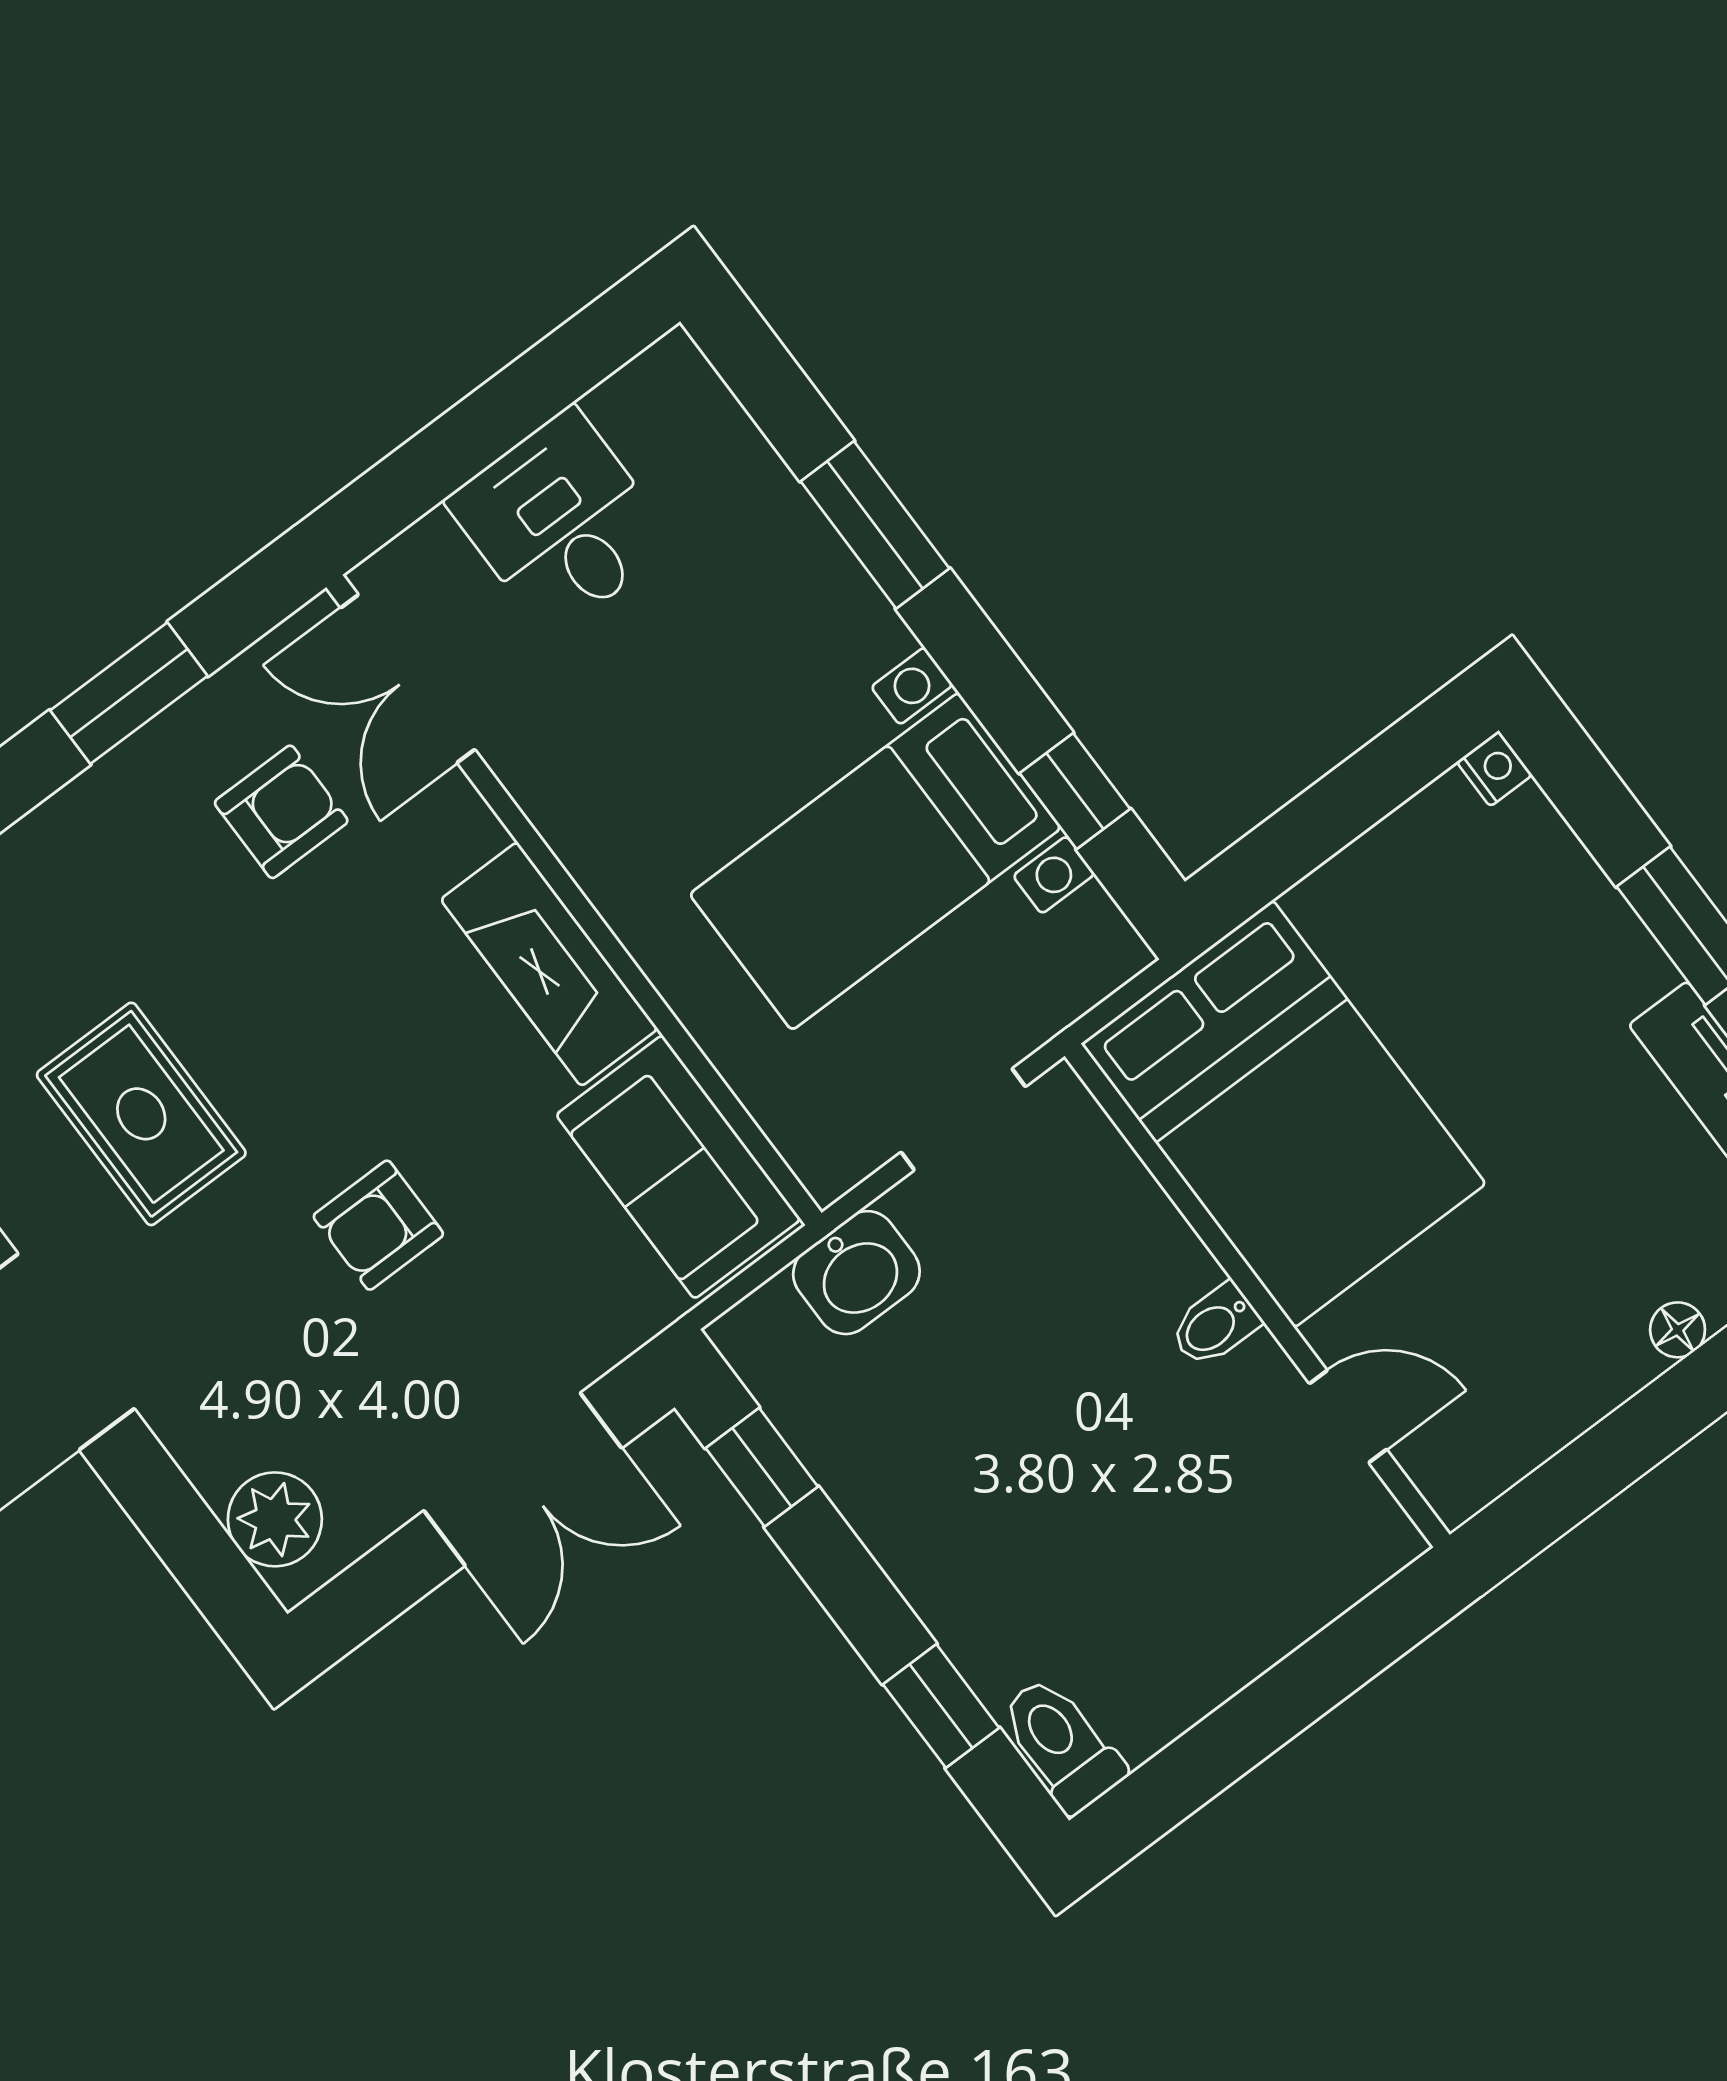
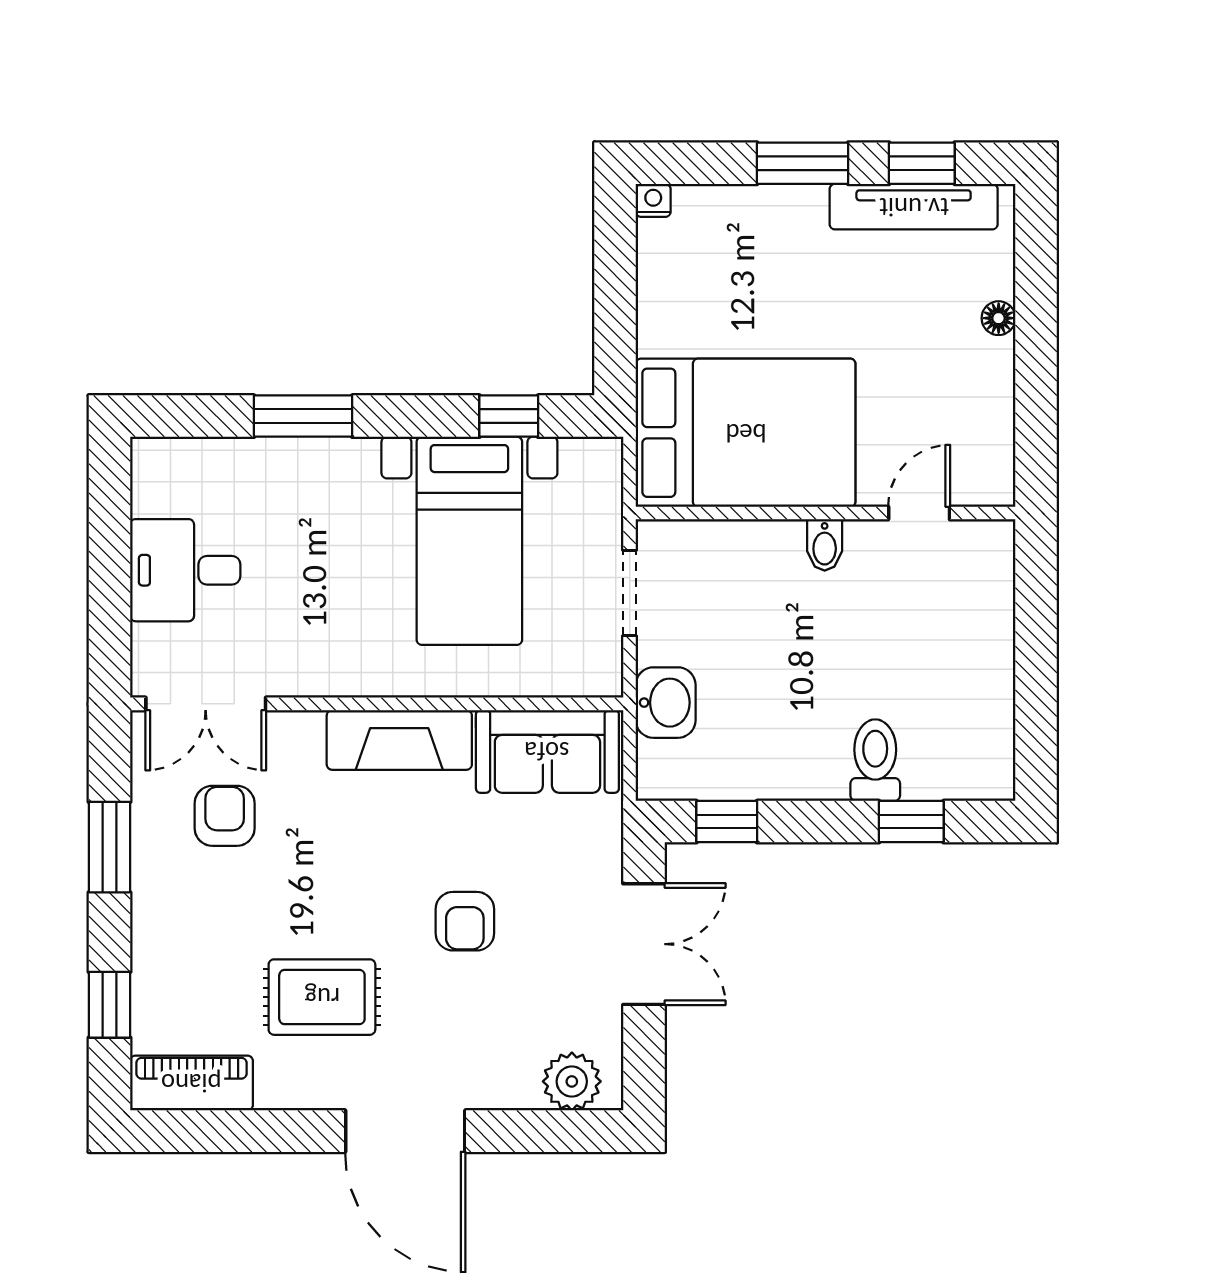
toilet: (1062, 1744) -> (875, 760), moved, turned 90

